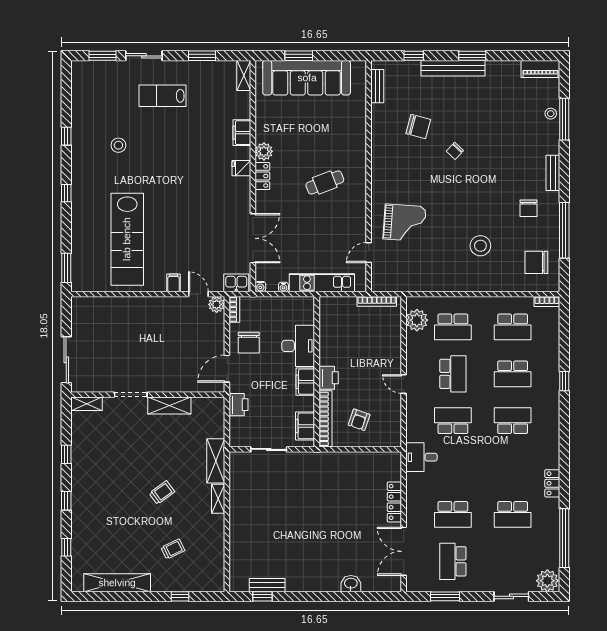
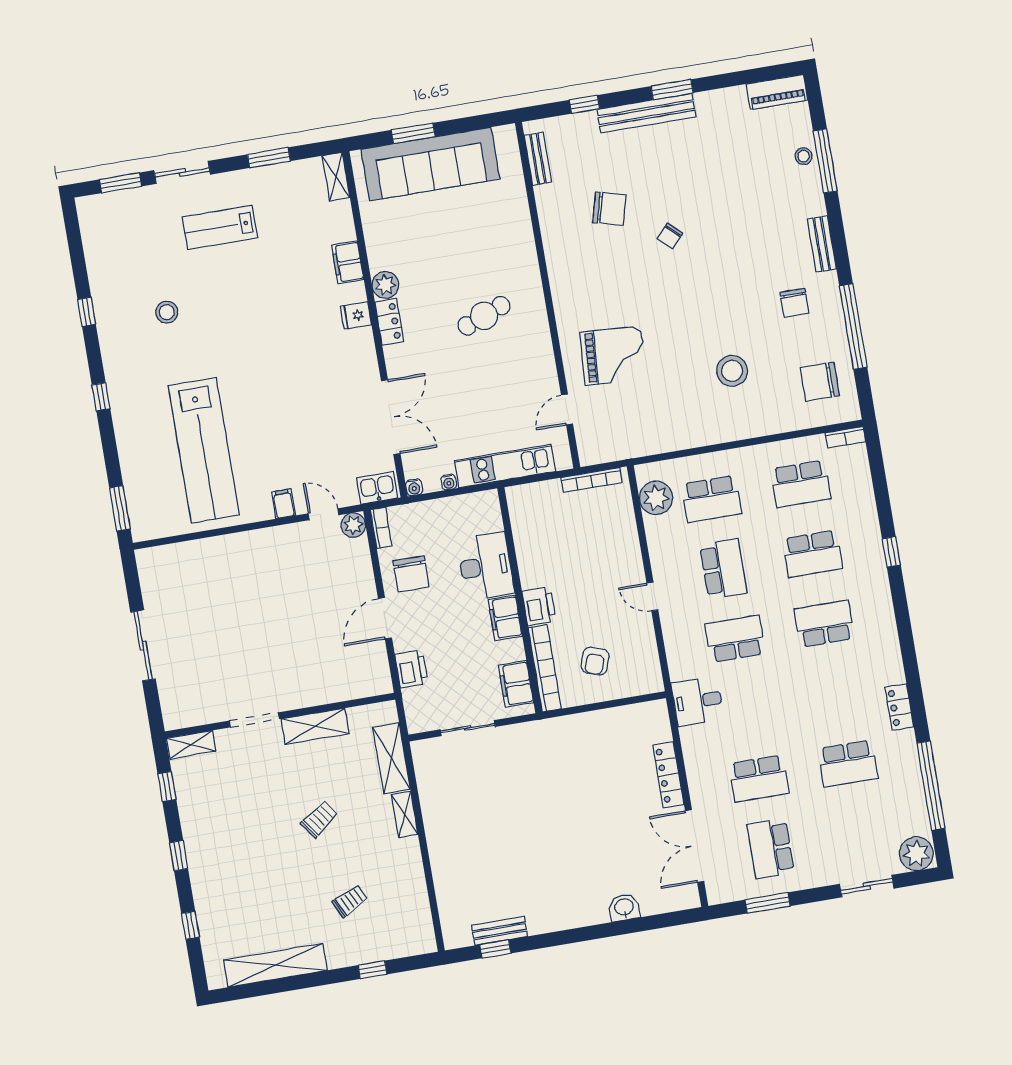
doorway: (131, 395) -> (254, 720), moved
wall: (148, 395) -> (280, 716), moved
shelving: (87, 404) -> (191, 745), moved
shelving: (169, 406) -> (315, 726), moved

